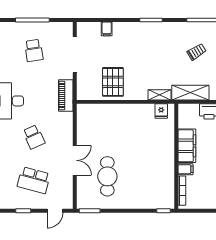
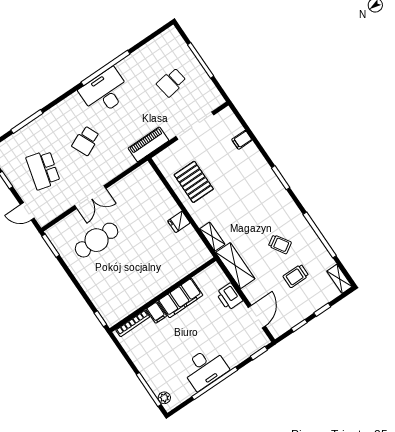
pallet: (113, 82) -> (194, 182), turned 90
fridge: (161, 111) -> (179, 222), moved

